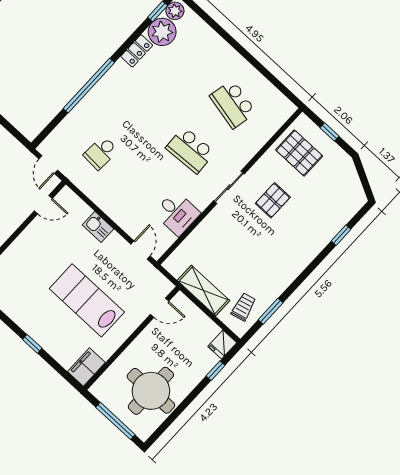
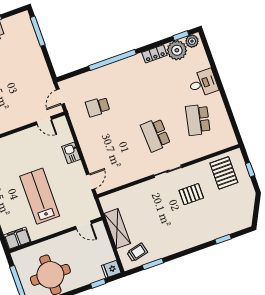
desk: (177, 213) -> (203, 83), moved, turned -90

